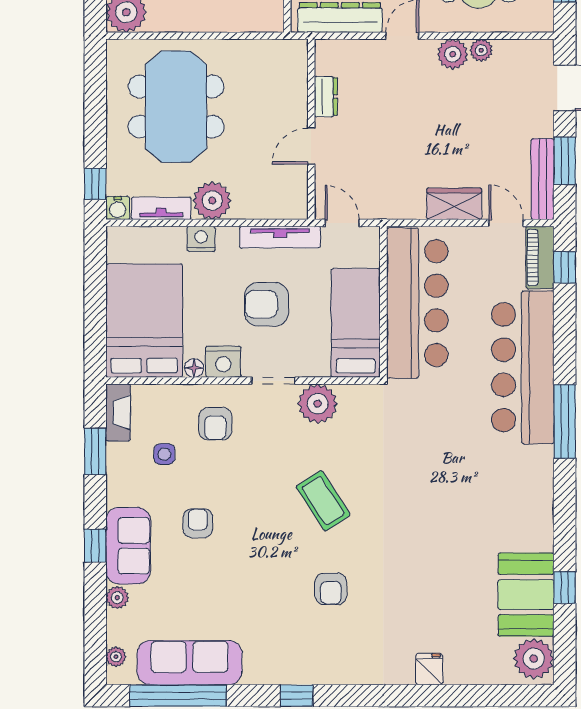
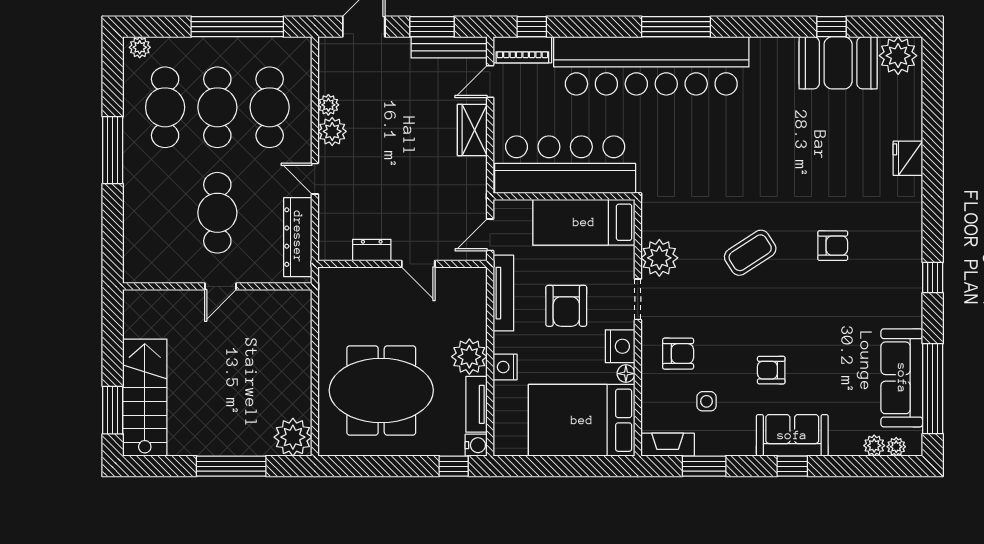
bar counter: (523, 367) -> (651, 66), width x1.36
plant: (117, 598) -> (874, 446), moved
fridge: (429, 669) -> (908, 158), width x1.38

